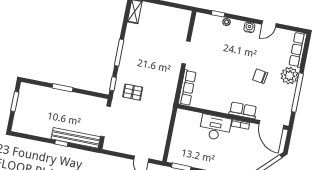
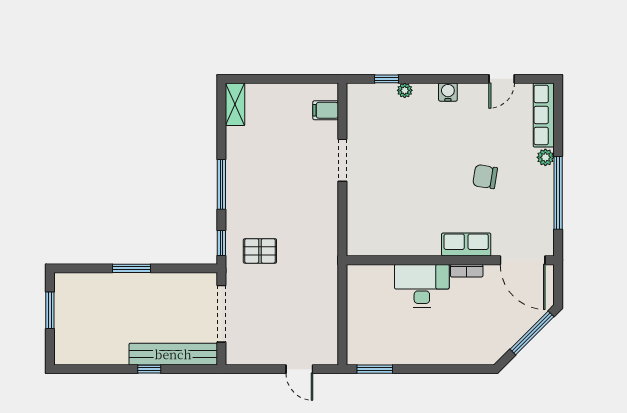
filing cabinet: (182, 24) -> (326, 110), added
door: (269, 24) -> (502, 79), moved
plant: (290, 76) -> (545, 157), width x0.53, depth x0.53
row of seats: (187, 88) -> (357, 224), removed

